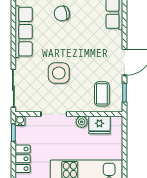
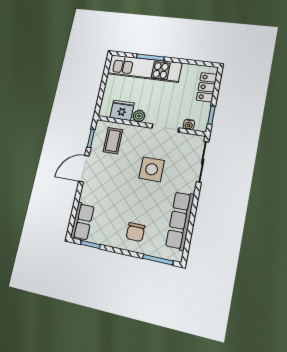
chair: (62, 13) -> (135, 232), turned 103
water cooler: (20, 121) -> (189, 125), moved

